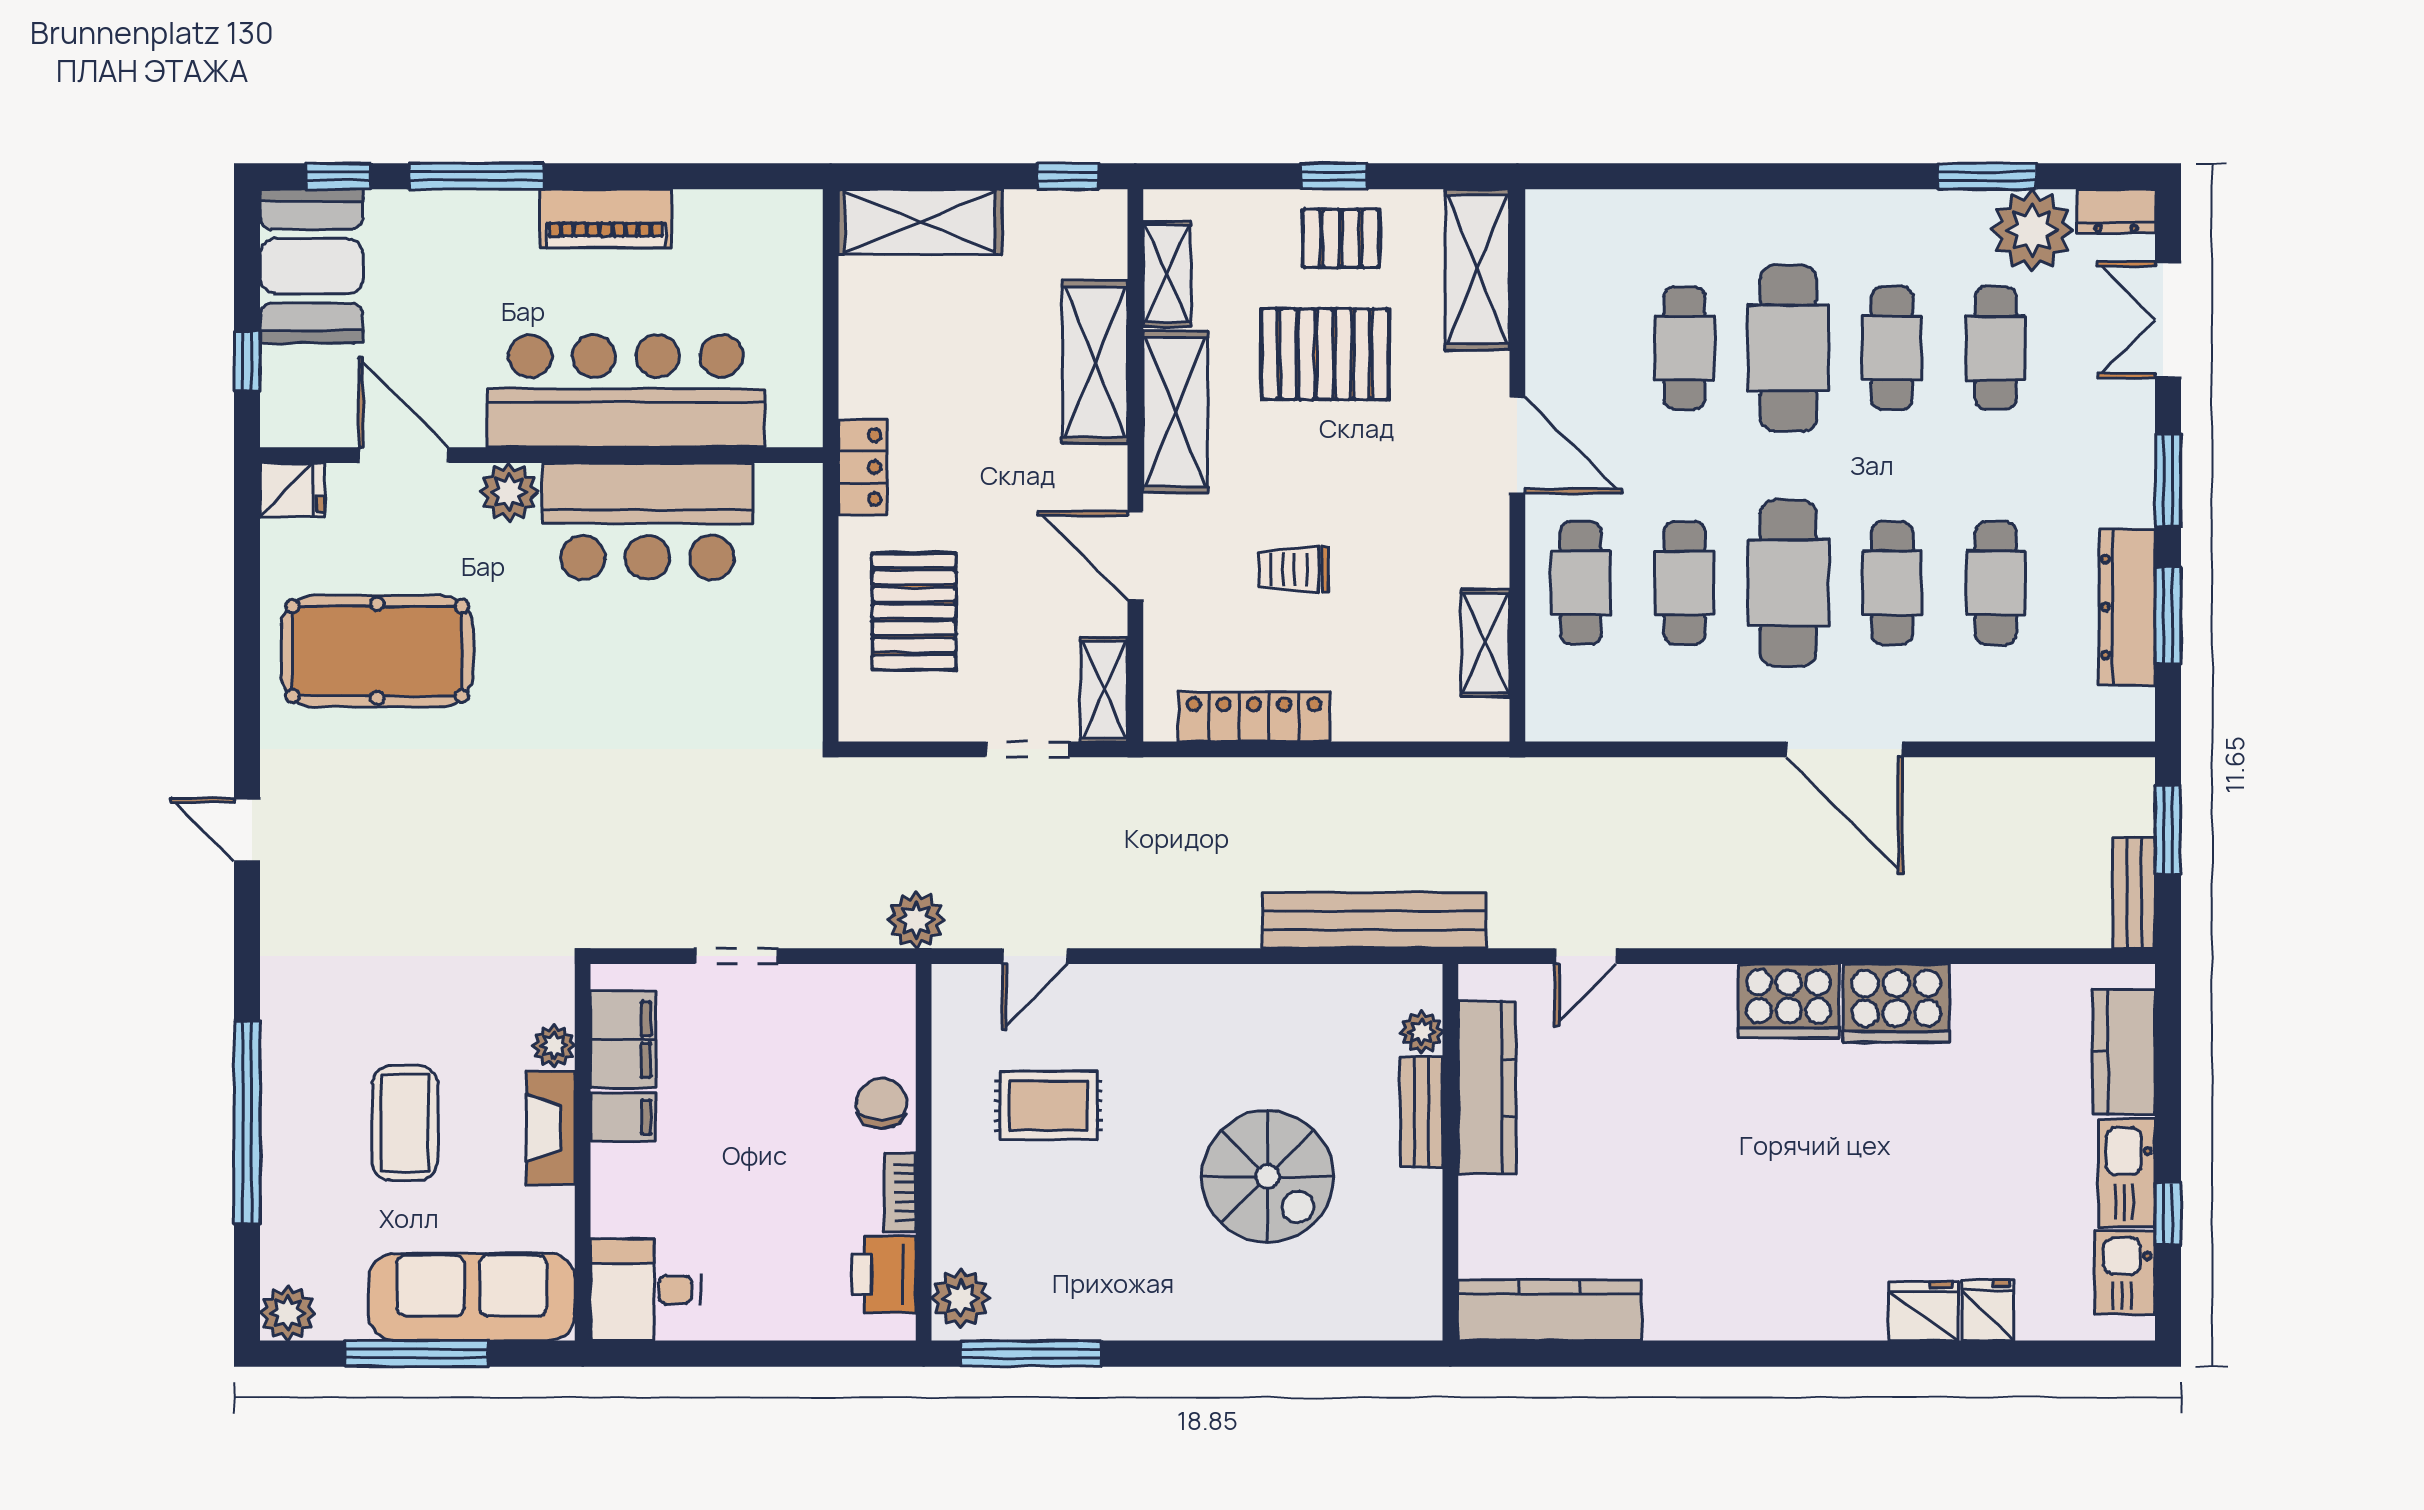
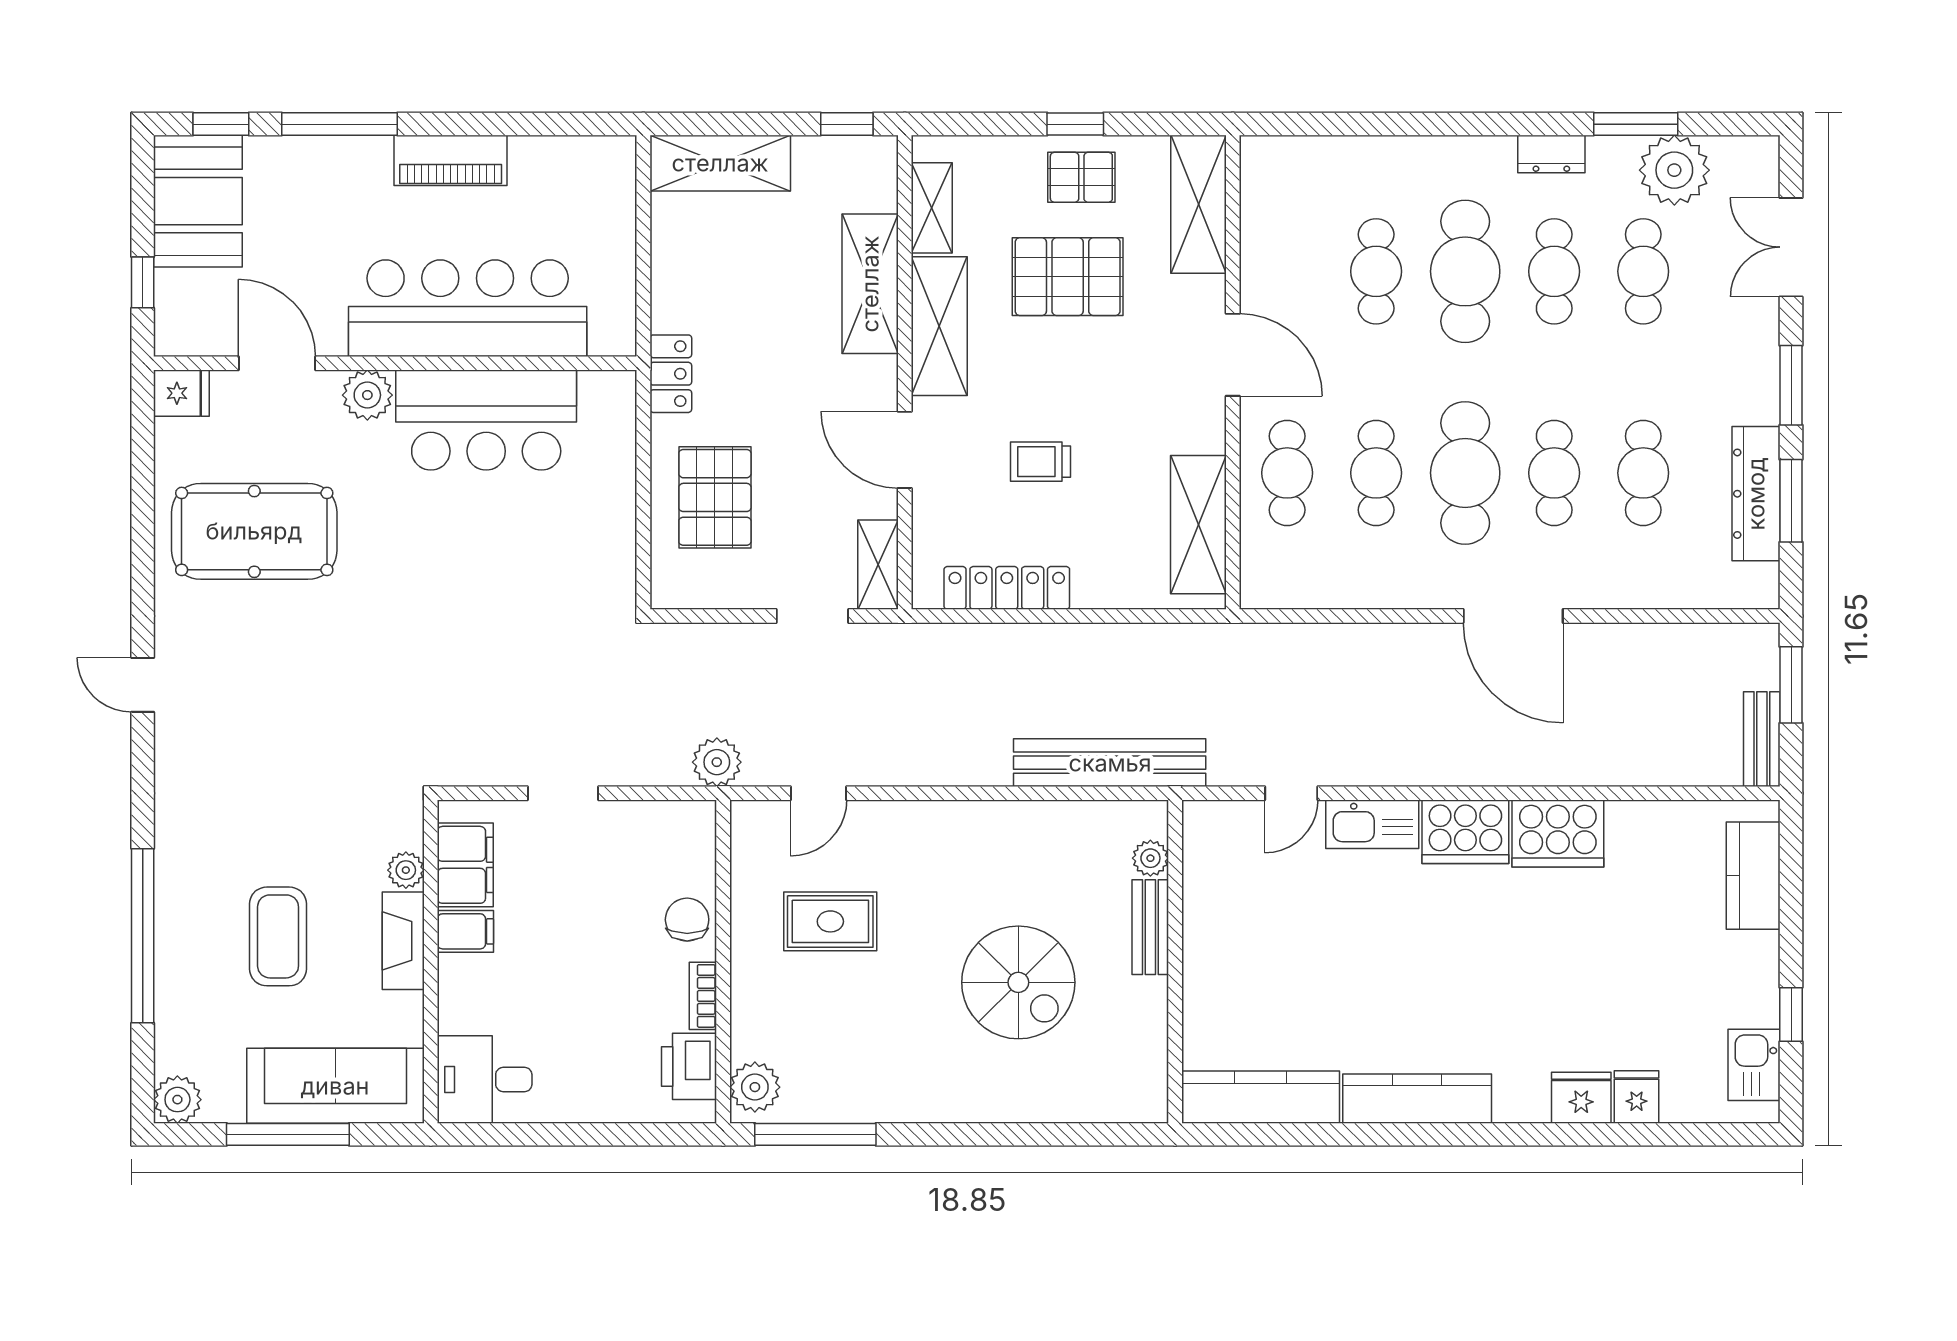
dresser: (2116, 211) -> (1551, 154), moved
shelving: (1485, 643) -> (1198, 525), width x1.50, depth x1.33
kitchen counter: (1487, 1088) -> (1417, 1099), moved, turned -90
kitchen sink: (2127, 1173) -> (1372, 824), moved, turned -90

